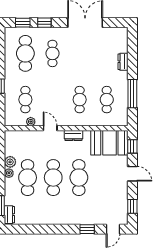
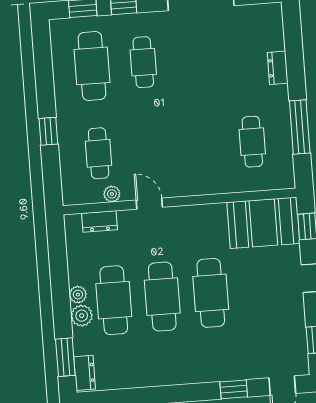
cafe table: (80, 100) -> (201, 146), removed
dresser: (73, 136) -> (99, 221), moved
plant: (10, 162) -> (82, 316), moved

